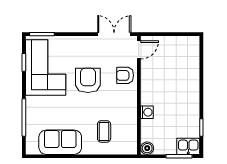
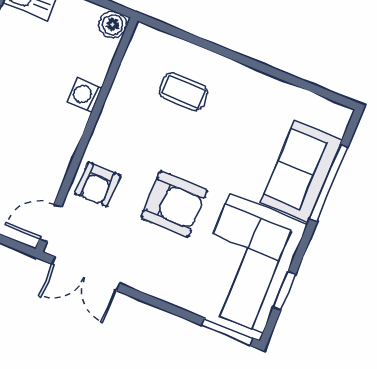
armchair: (125, 75) -> (98, 184), turned 90
armchair: (88, 80) -> (174, 204), turned -90
coffee table: (104, 131) -> (184, 92), turned 90
sofa: (60, 142) -> (302, 171), moved, turned 90

